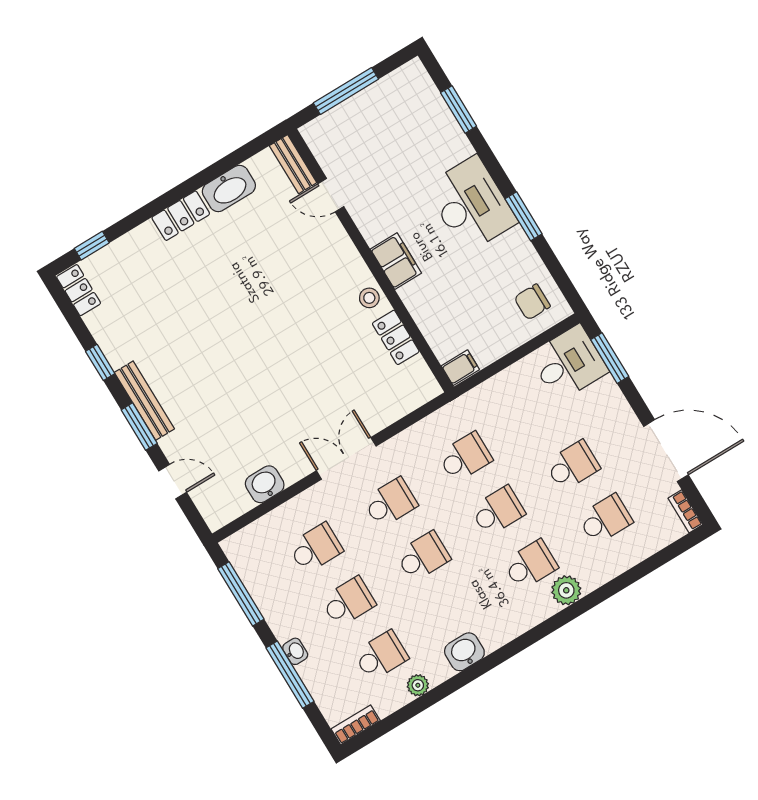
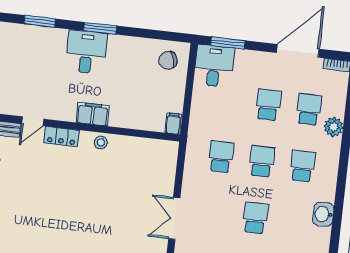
desk: (471, 204) -> (86, 52), width x0.73
window: (524, 216) -> (100, 28), moved
chair: (532, 302) -> (168, 60), turned 74
locker: (396, 337) -> (61, 137), moved
school desk: (390, 503) -> (215, 213), removed
plant: (566, 590) -> (333, 127), moved
washbasin: (464, 652) -> (323, 214), moved

